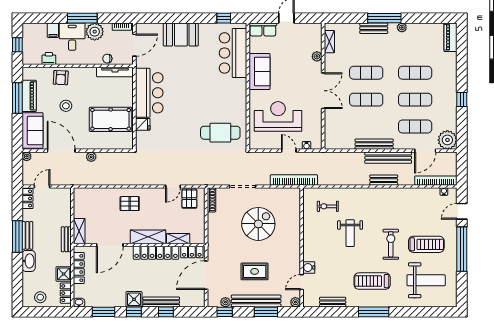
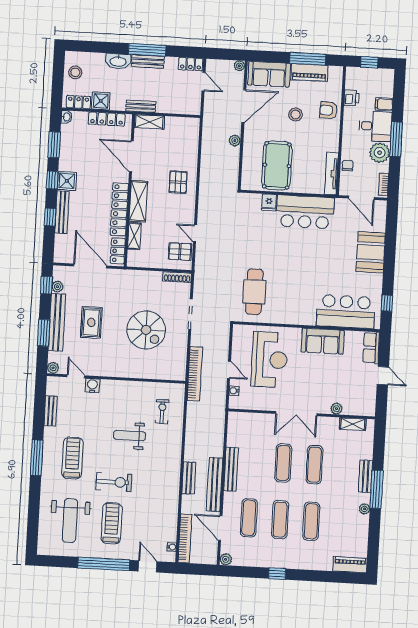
plant: (447, 140) -> (226, 559), width x0.53, depth x0.53
door: (289, 151) -> (229, 370), hinge flipped
treadmill: (426, 244) -> (112, 523), turned 180

